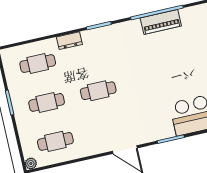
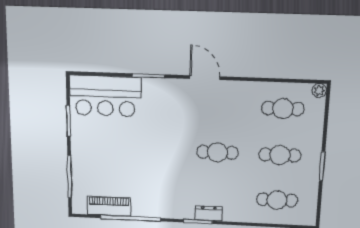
piano: (161, 22) -> (109, 206), moved
dresser: (69, 41) -> (209, 213), moved

